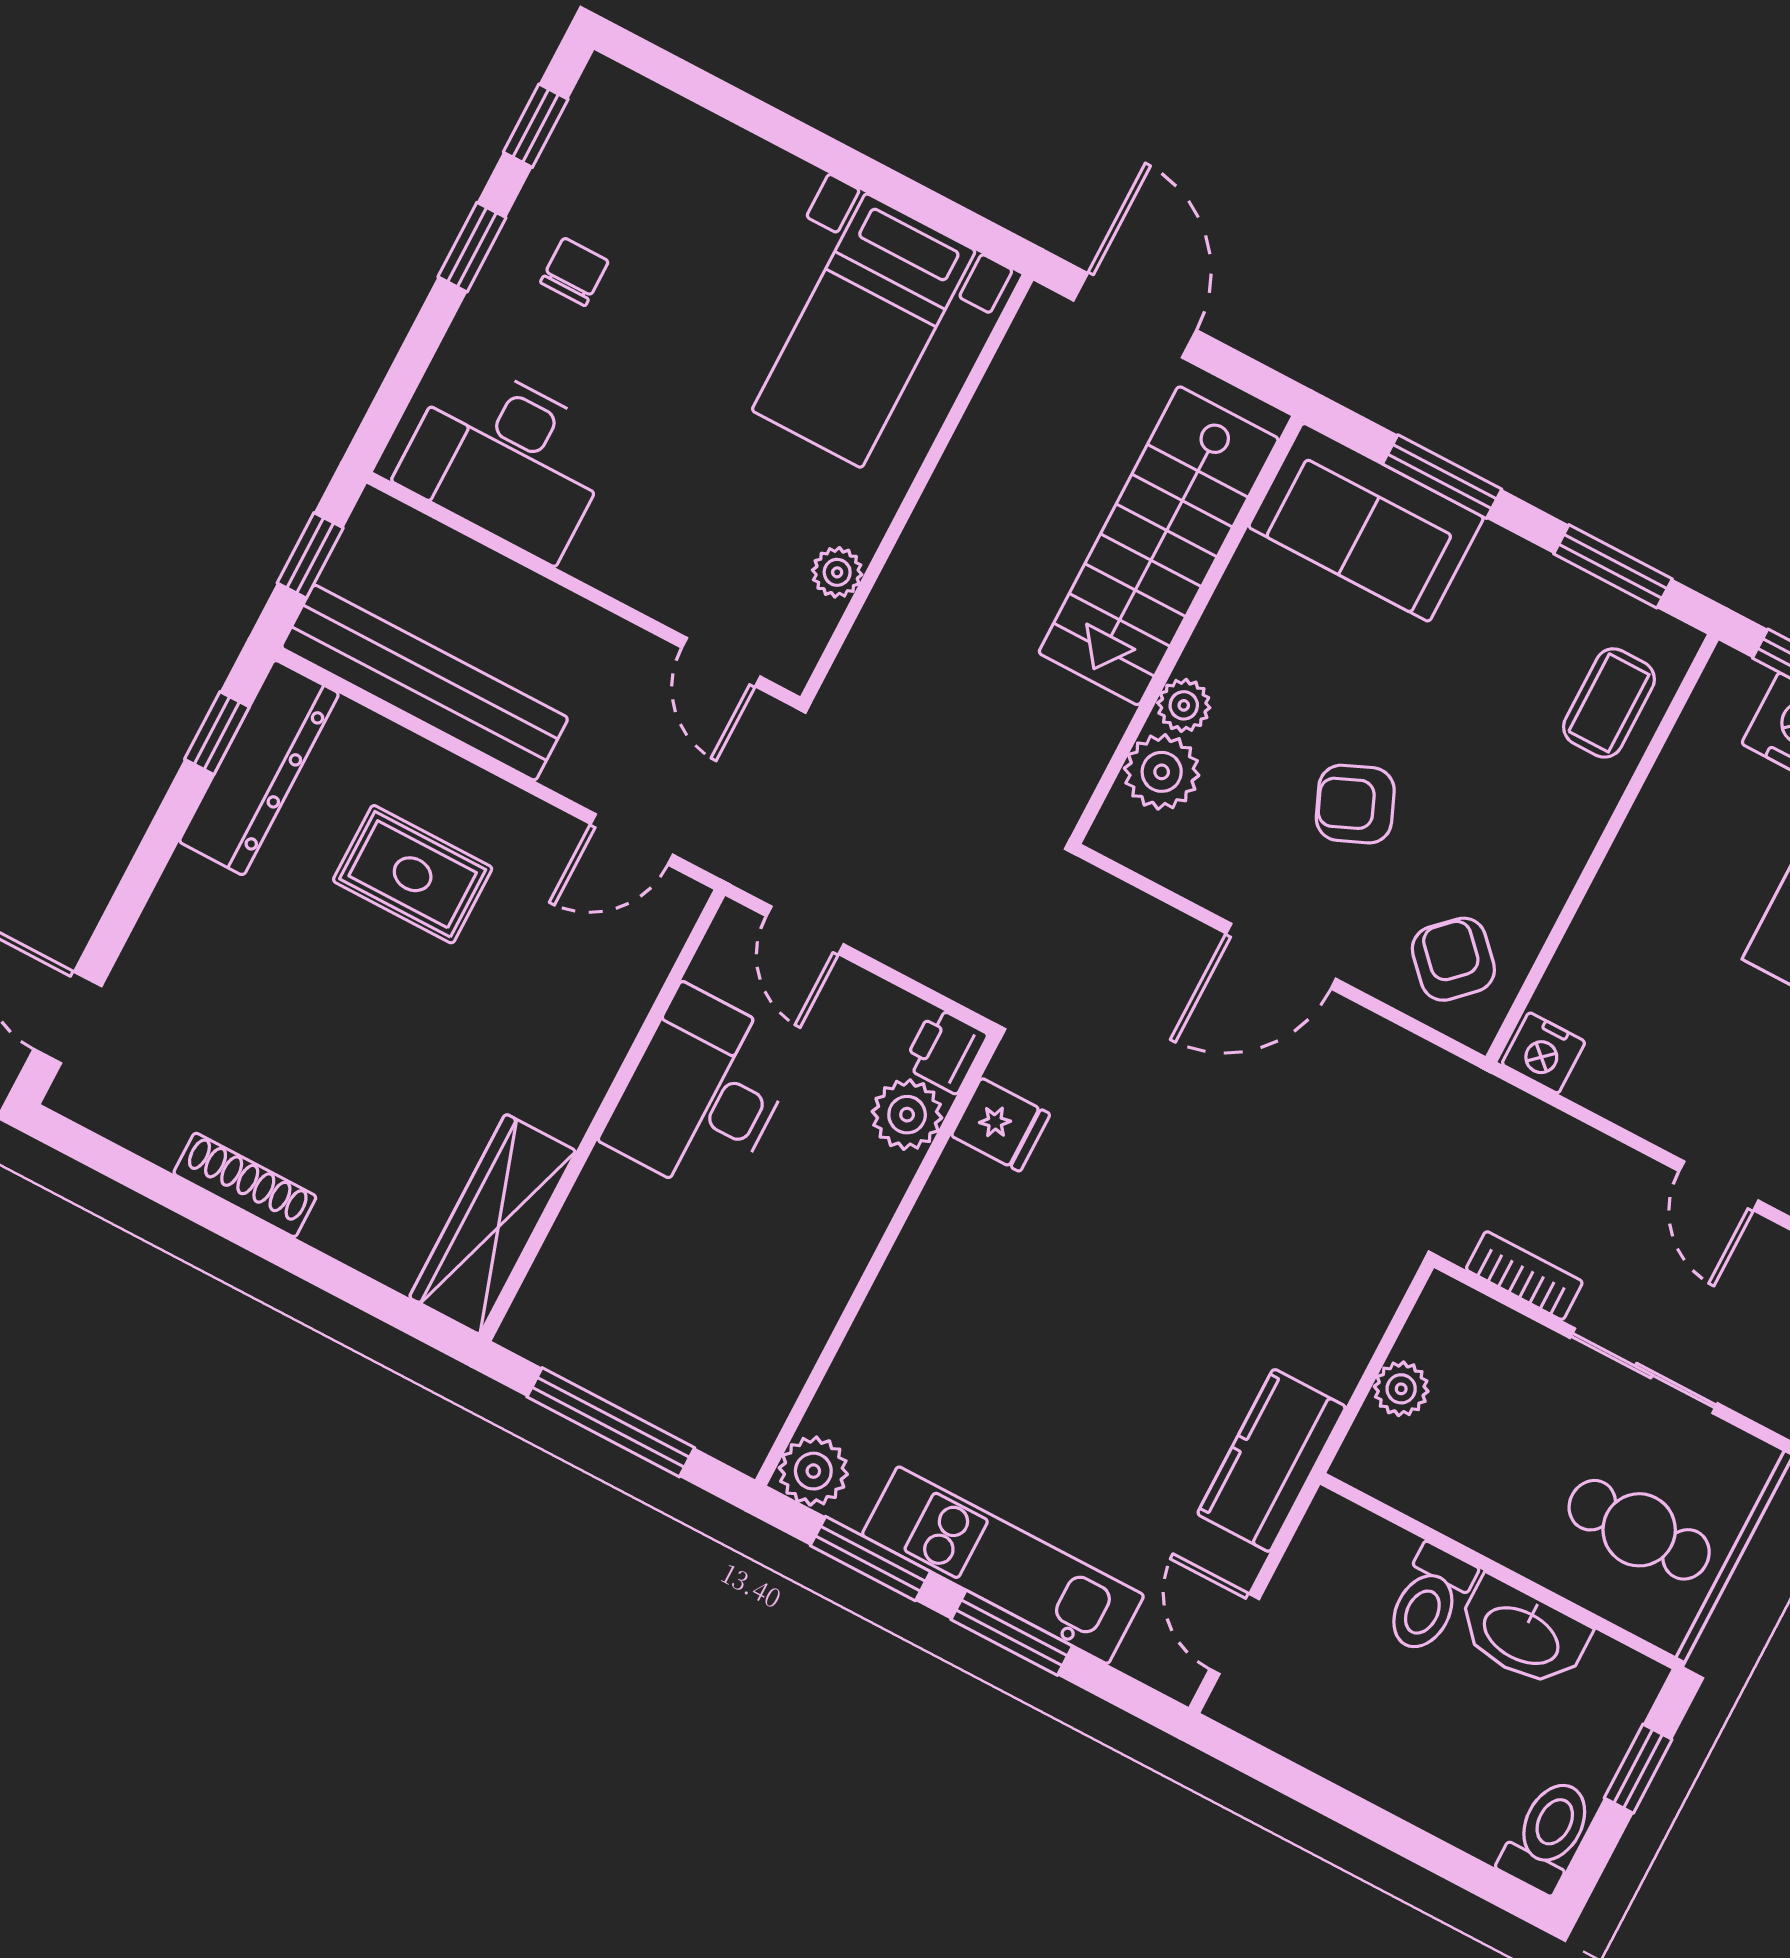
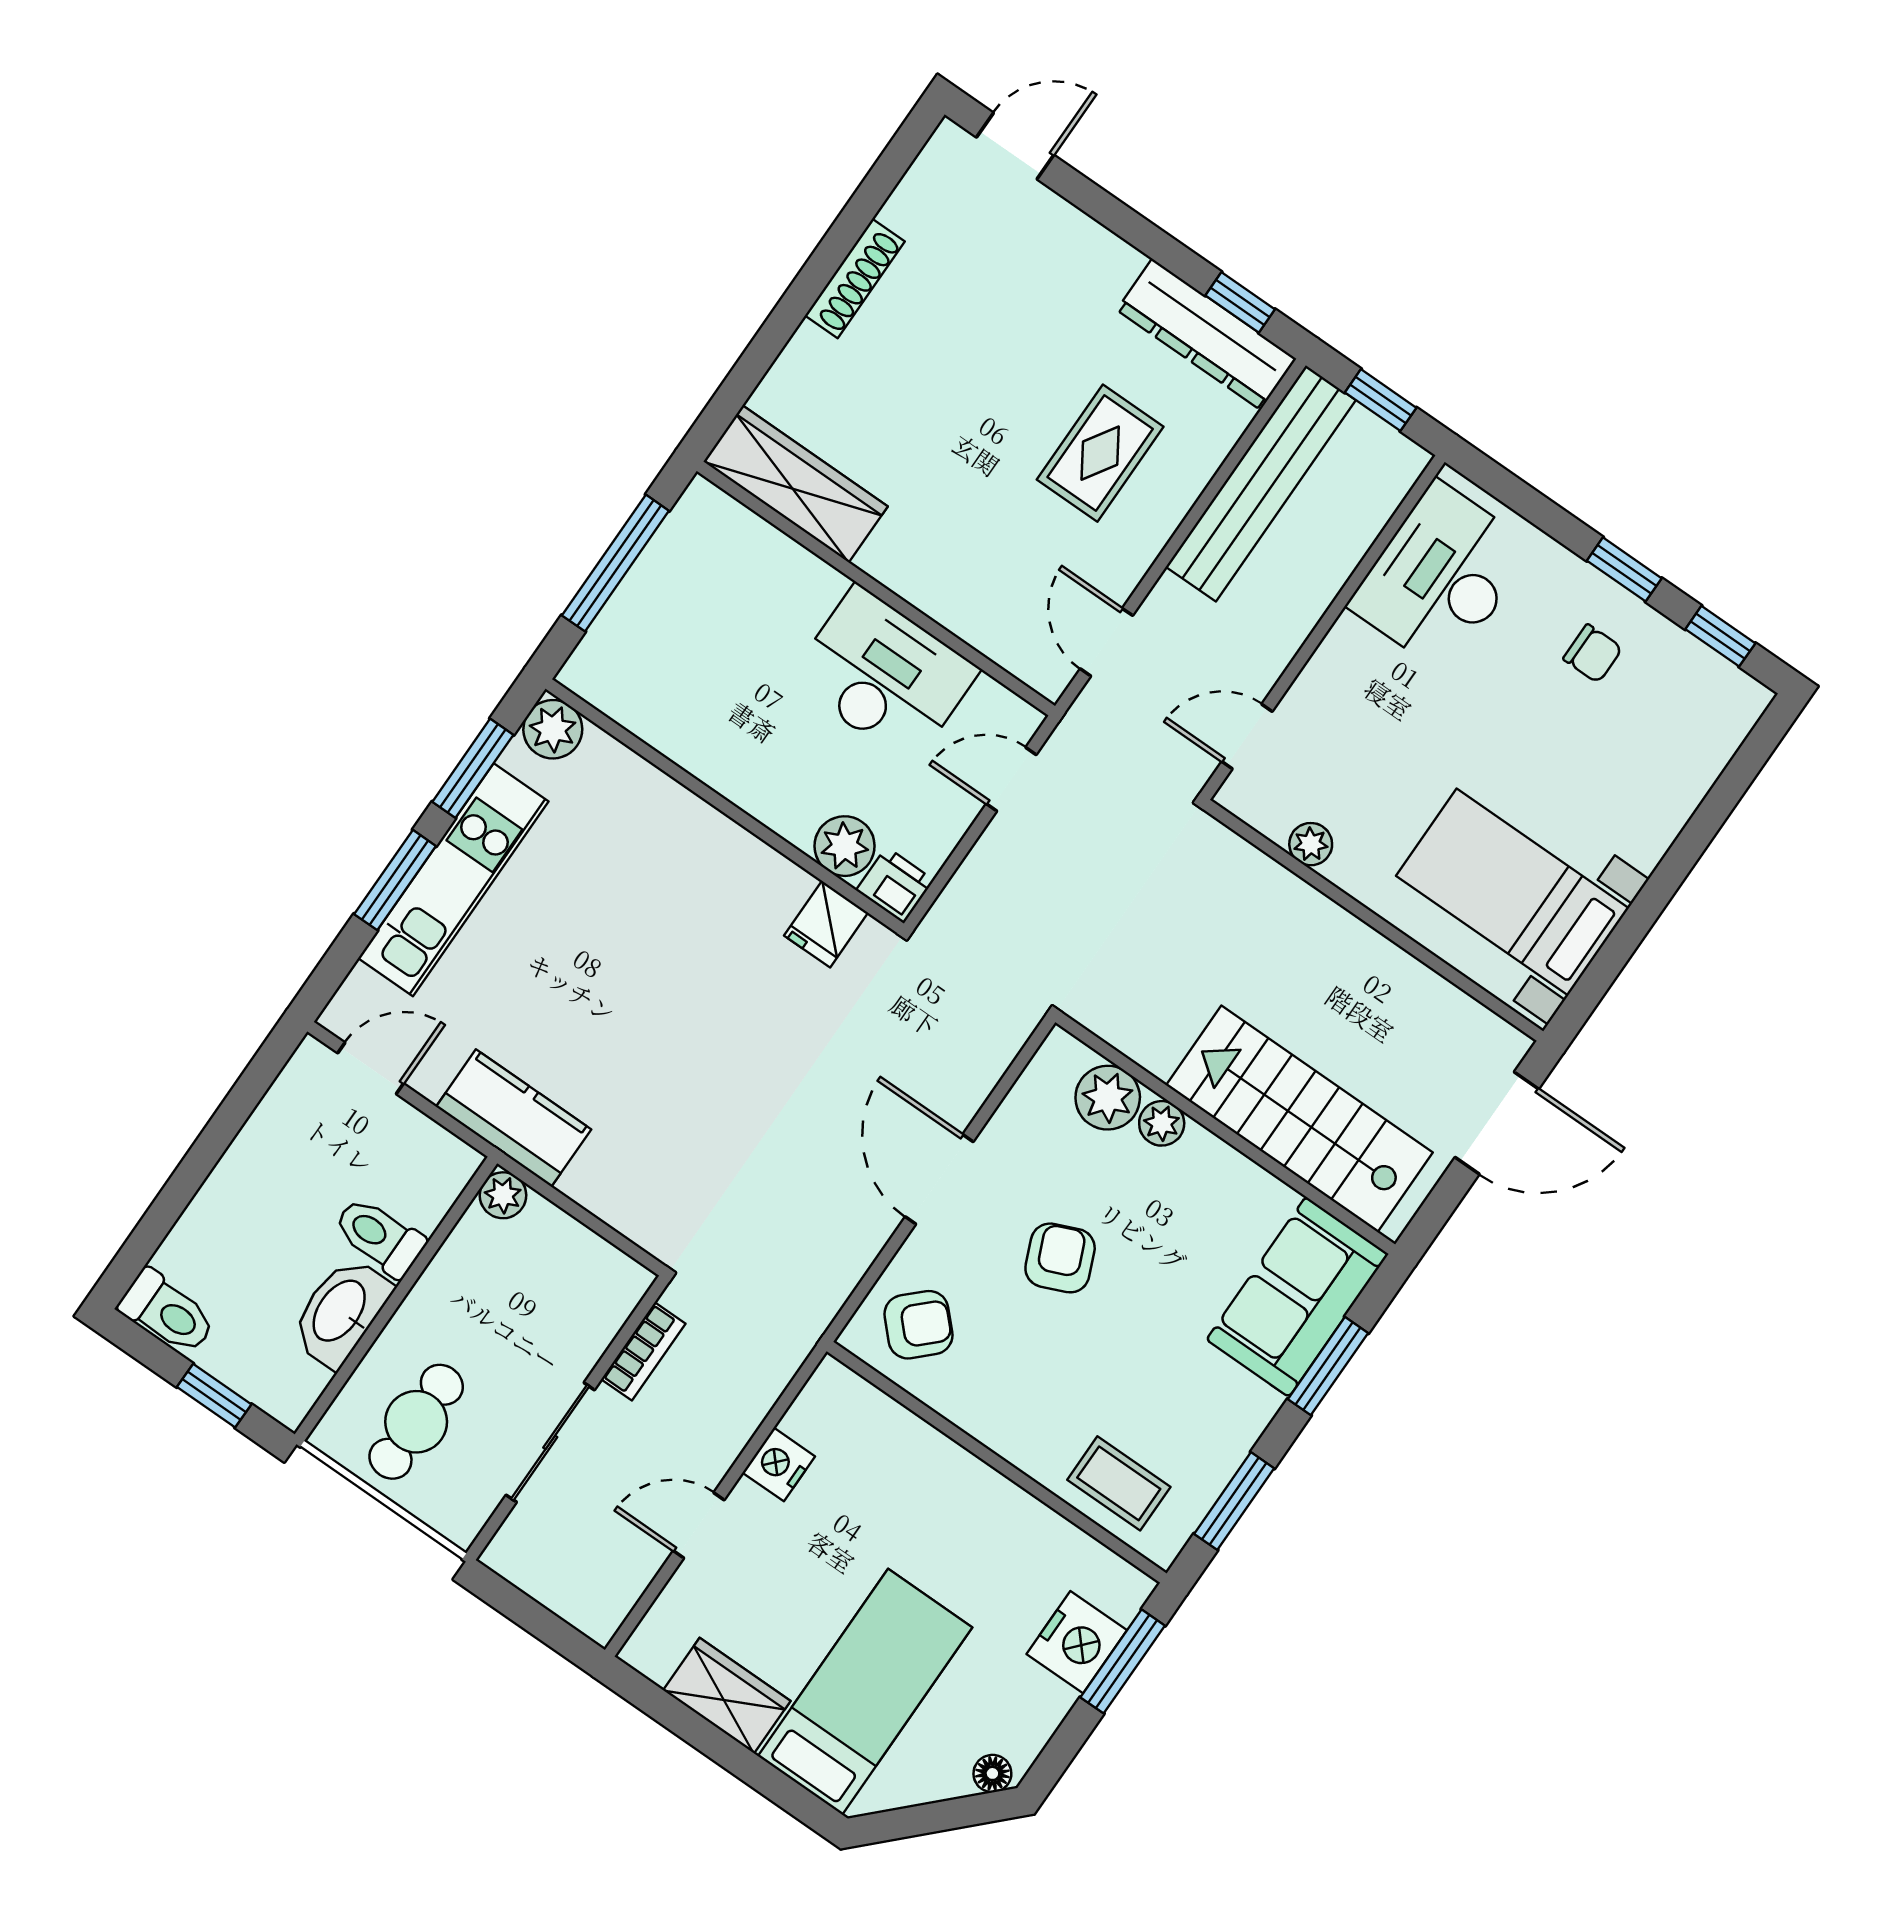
nightstand: (1544, 1053) -> (779, 1464), moved
plant: (1401, 1389) -> (503, 1195), moved

